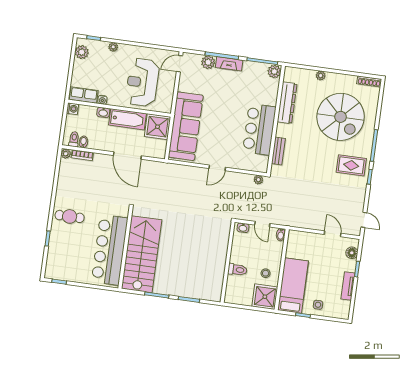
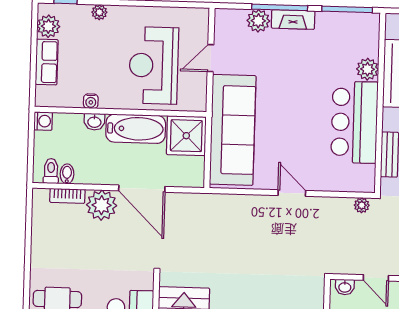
door: (179, 64) -> (211, 58), moved
plant: (274, 72) -> (367, 69), moved
row of seats: (84, 95) -> (47, 62), moved, turned 90
plant: (66, 154) -> (102, 205), moved, width x1.88, depth x1.88
door: (217, 168) -> (292, 193), swing flipped

